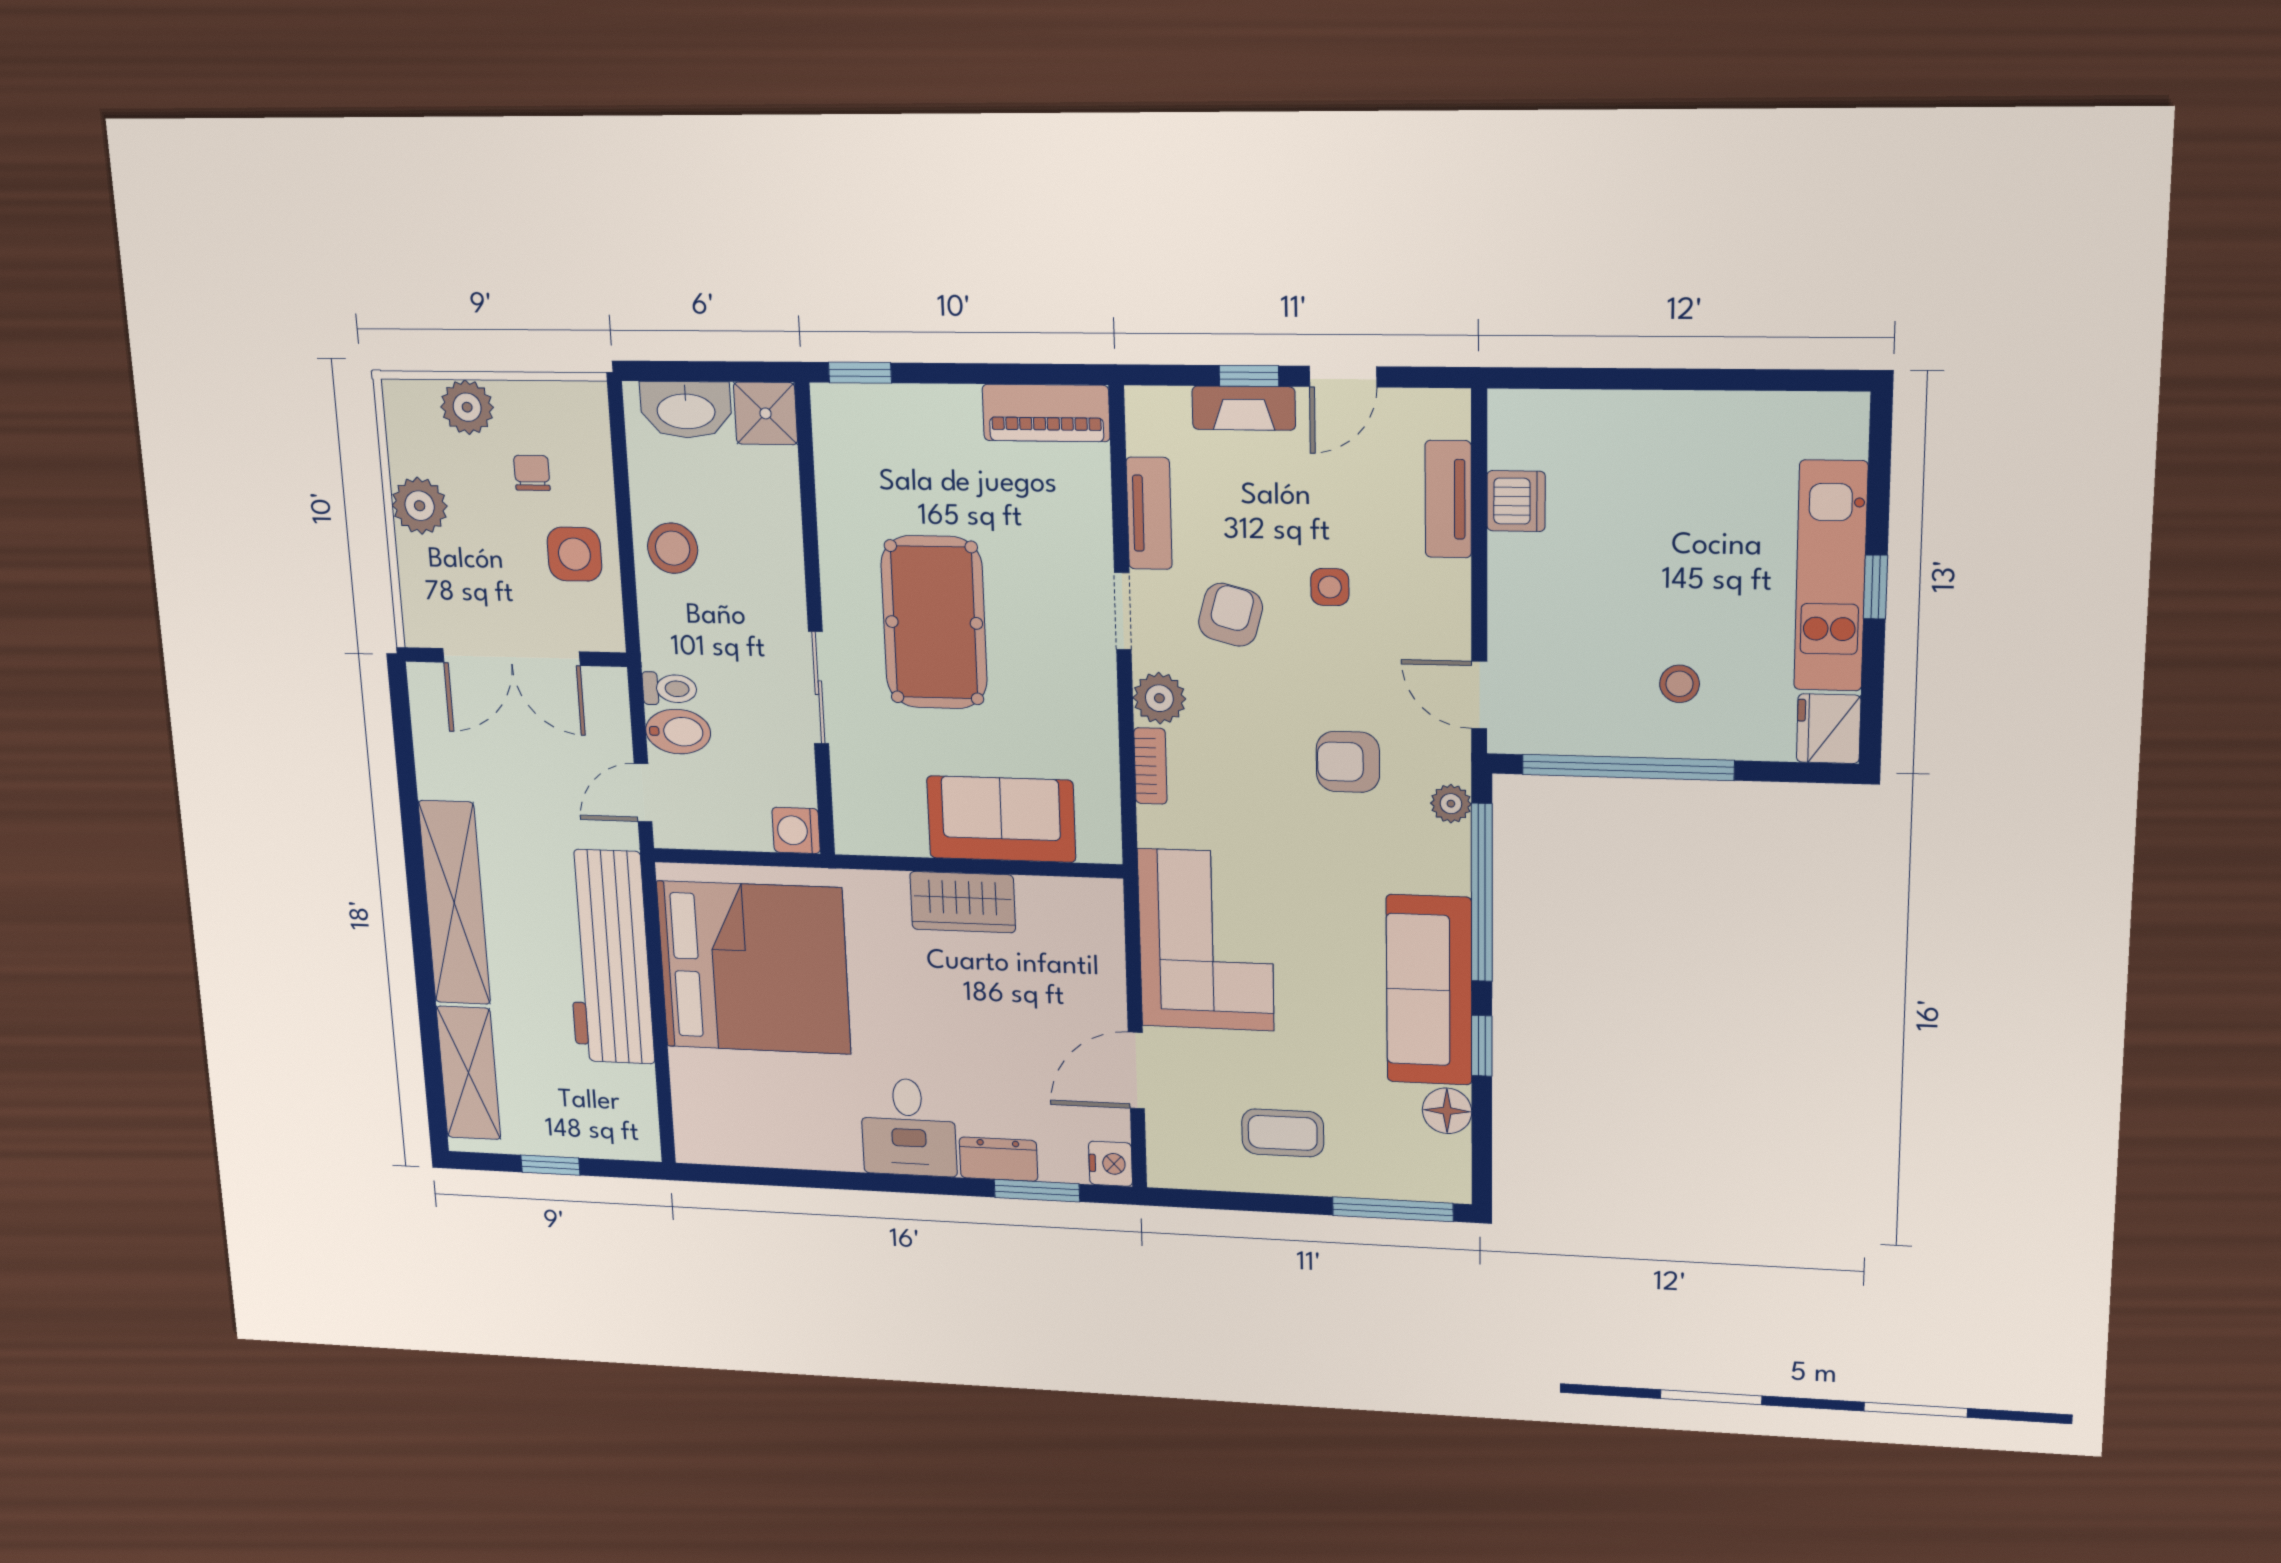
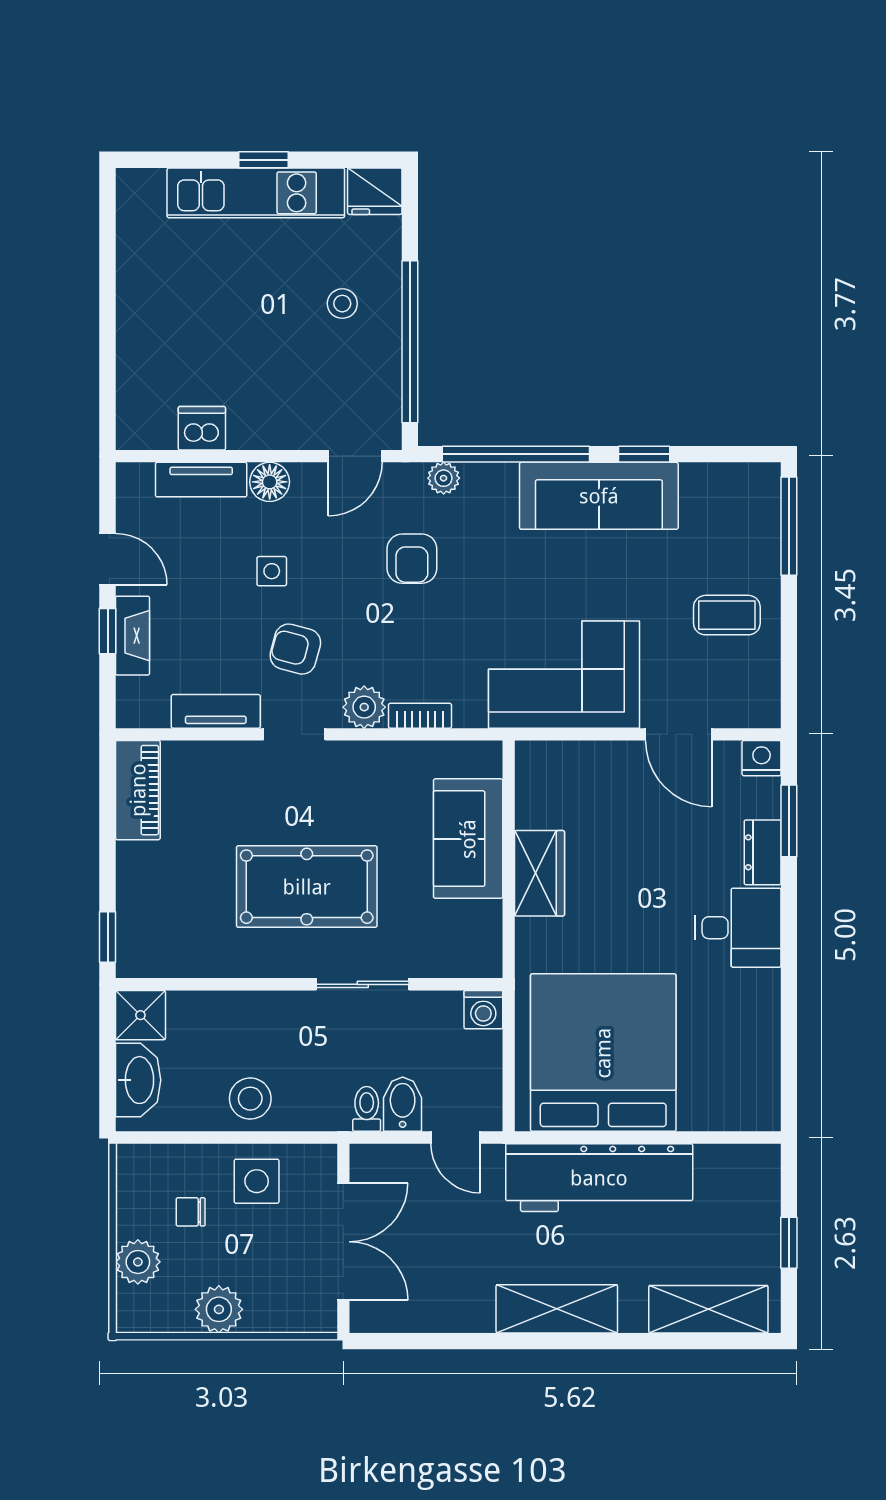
shelving: (454, 903) -> (557, 1309), width x0.68
floor lamp: (1447, 1111) -> (270, 482), moved
coffee table: (1283, 1133) -> (727, 615), turned 90

